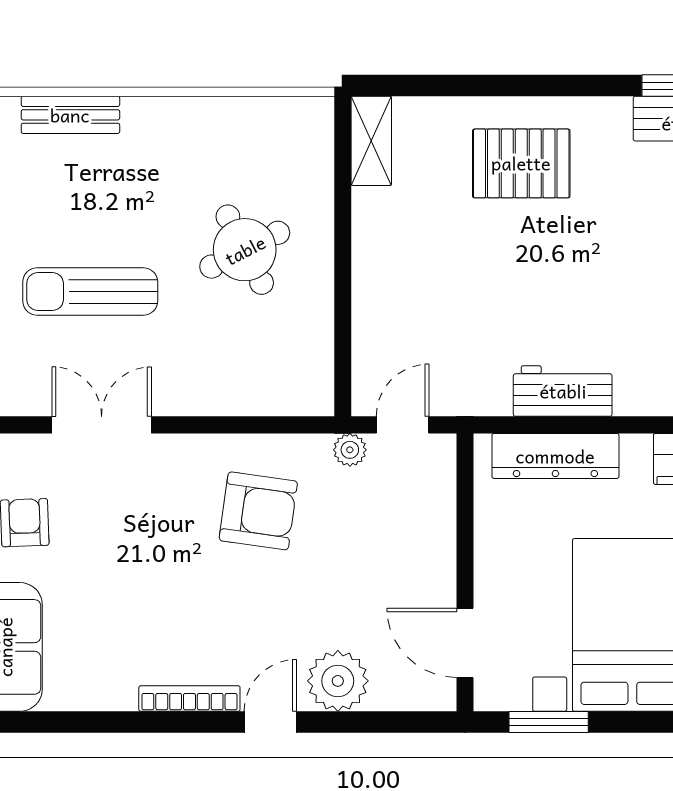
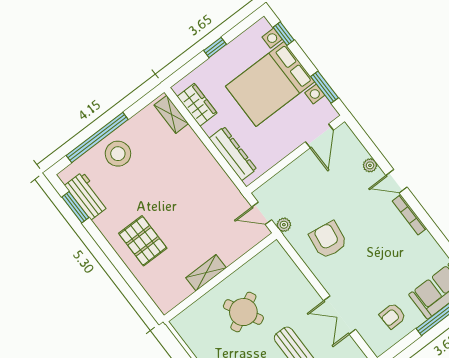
shelving: (371, 141) -> (206, 273), moved
workbench: (563, 391) -> (209, 168), removed
plant: (338, 681) -> (370, 165), width x0.53, depth x0.53

